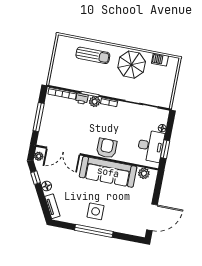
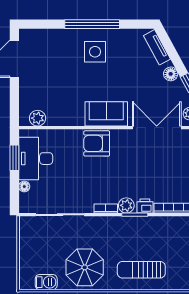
armchair: (107, 148) -> (97, 143), turned 90
sofa: (108, 172) -> (106, 114), width x0.54, depth x0.79

